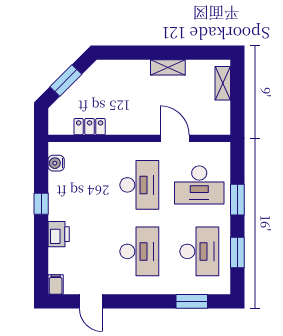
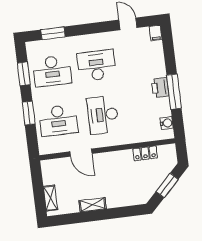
desk: (199, 185) -> (58, 120), turned 180
window: (41, 204) -> (174, 92), width x2.17
printer: (59, 234) -> (160, 88), moved
desk: (139, 251) -> (97, 65), turned 90
desk: (199, 251) -> (52, 71), turned -90

